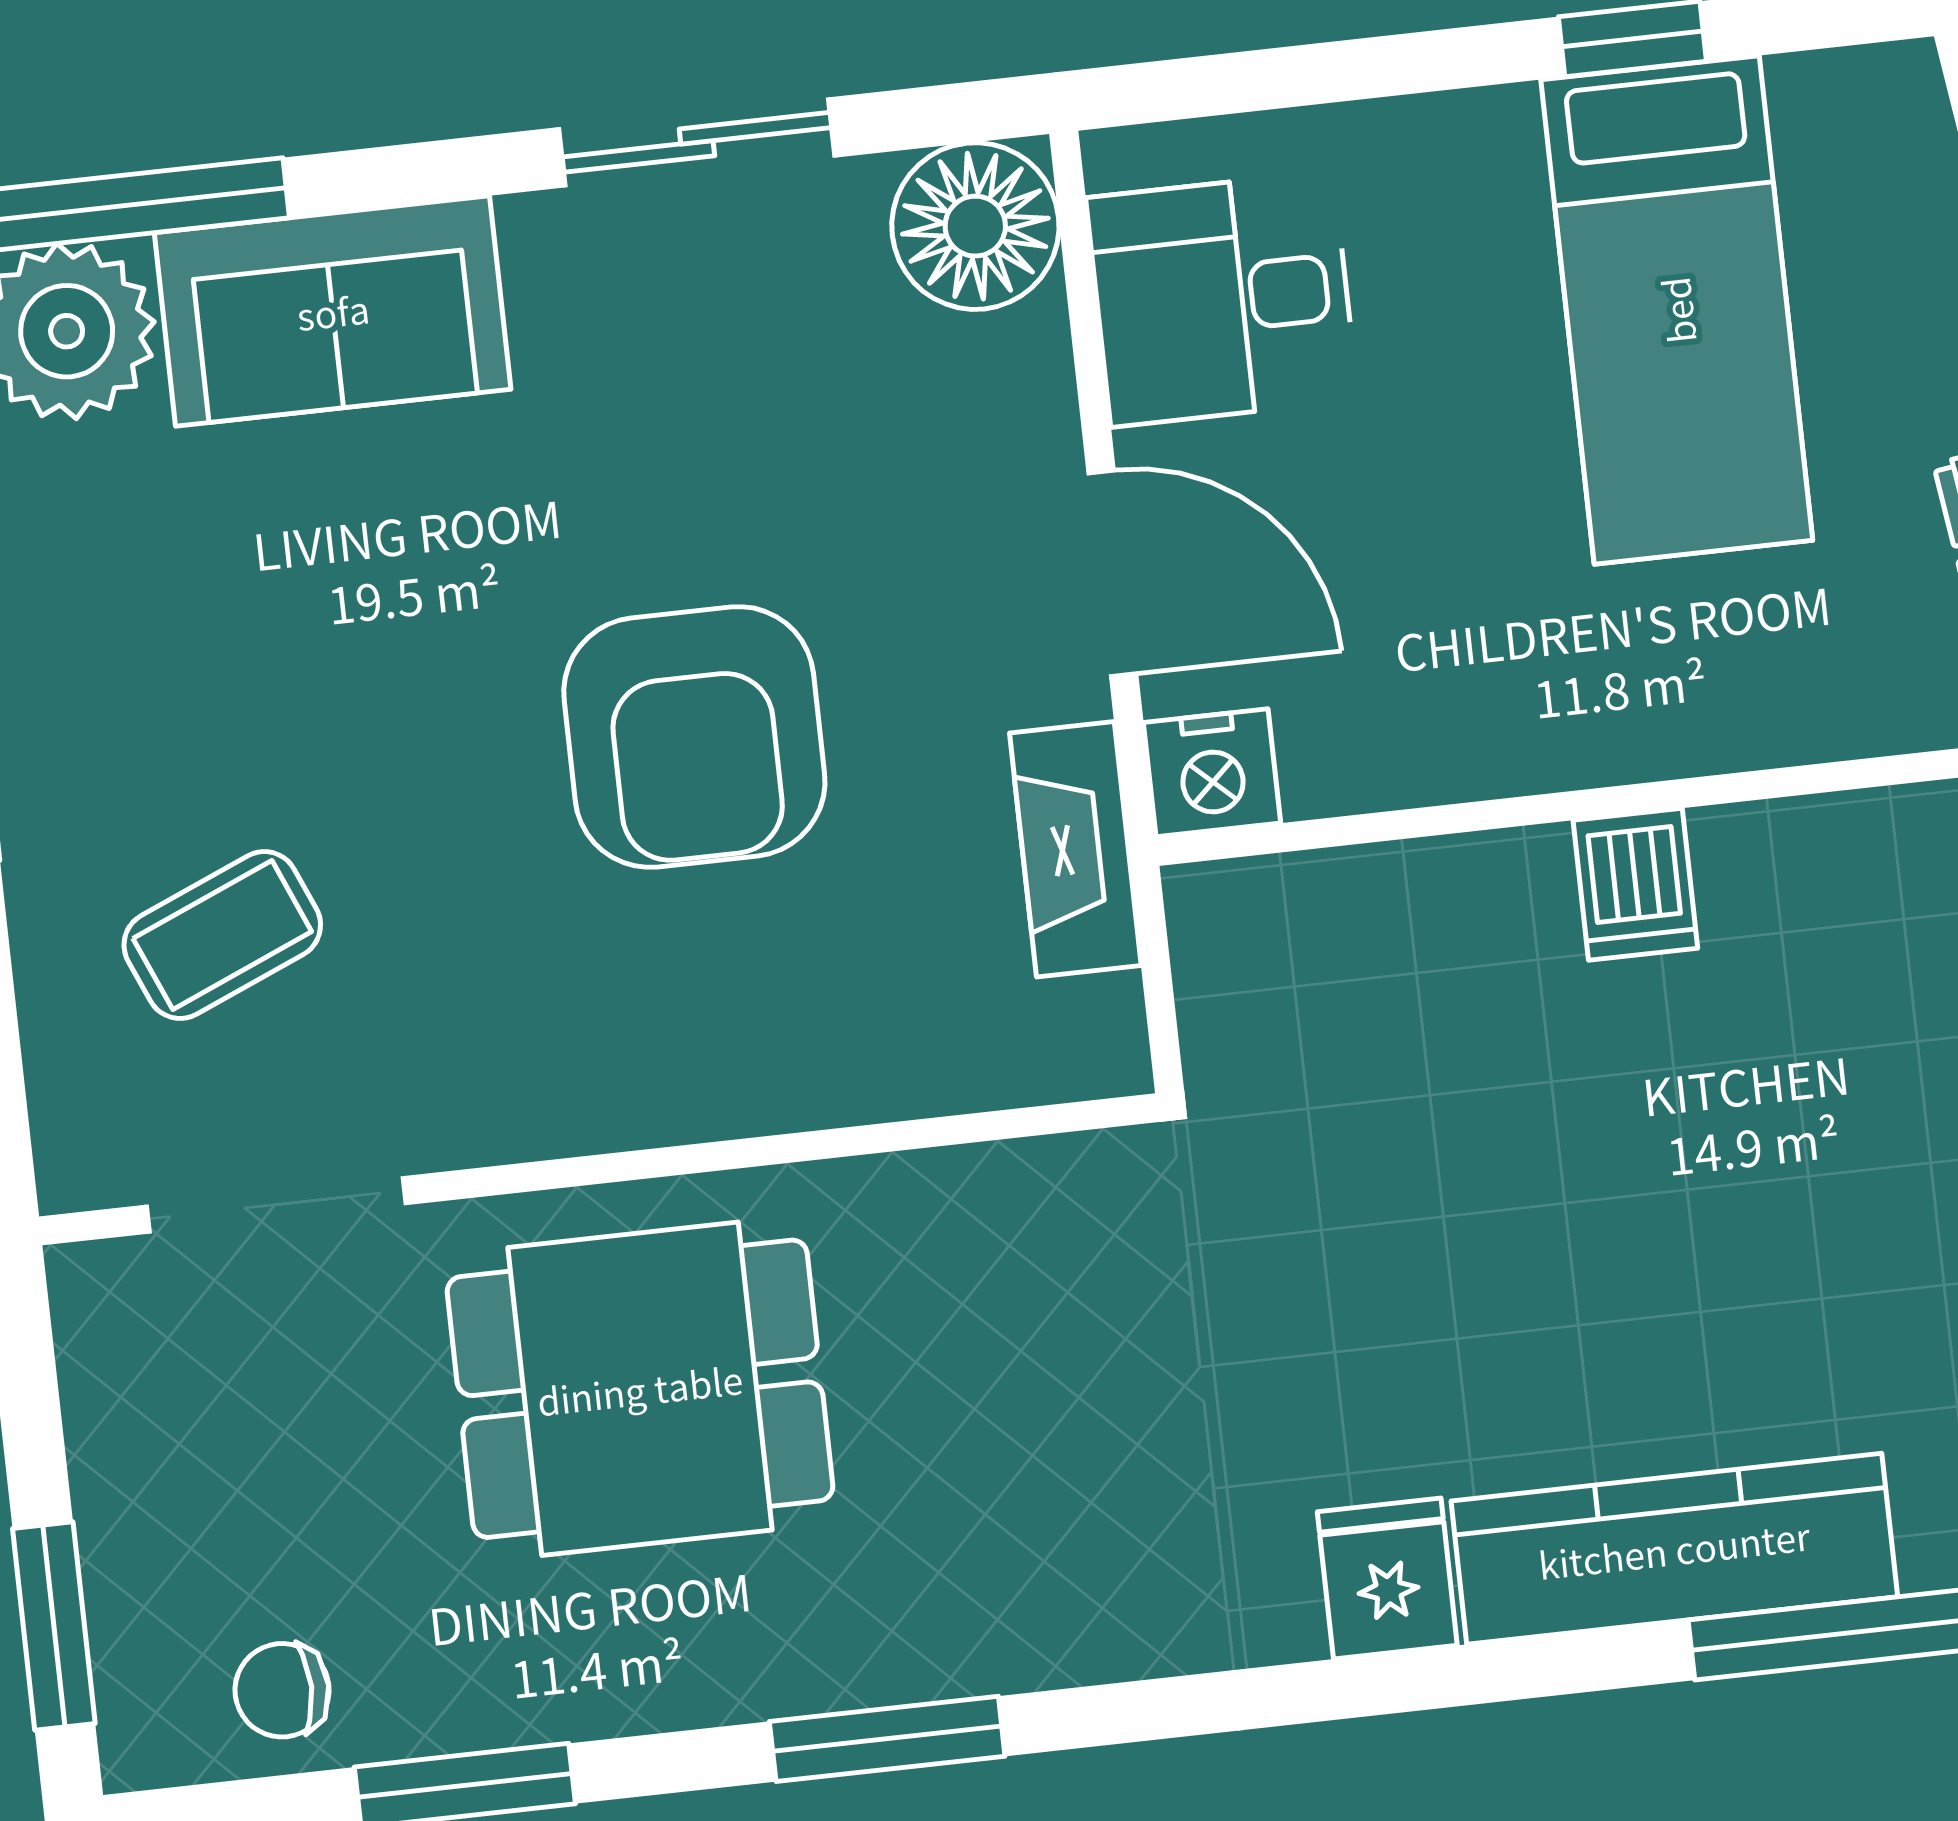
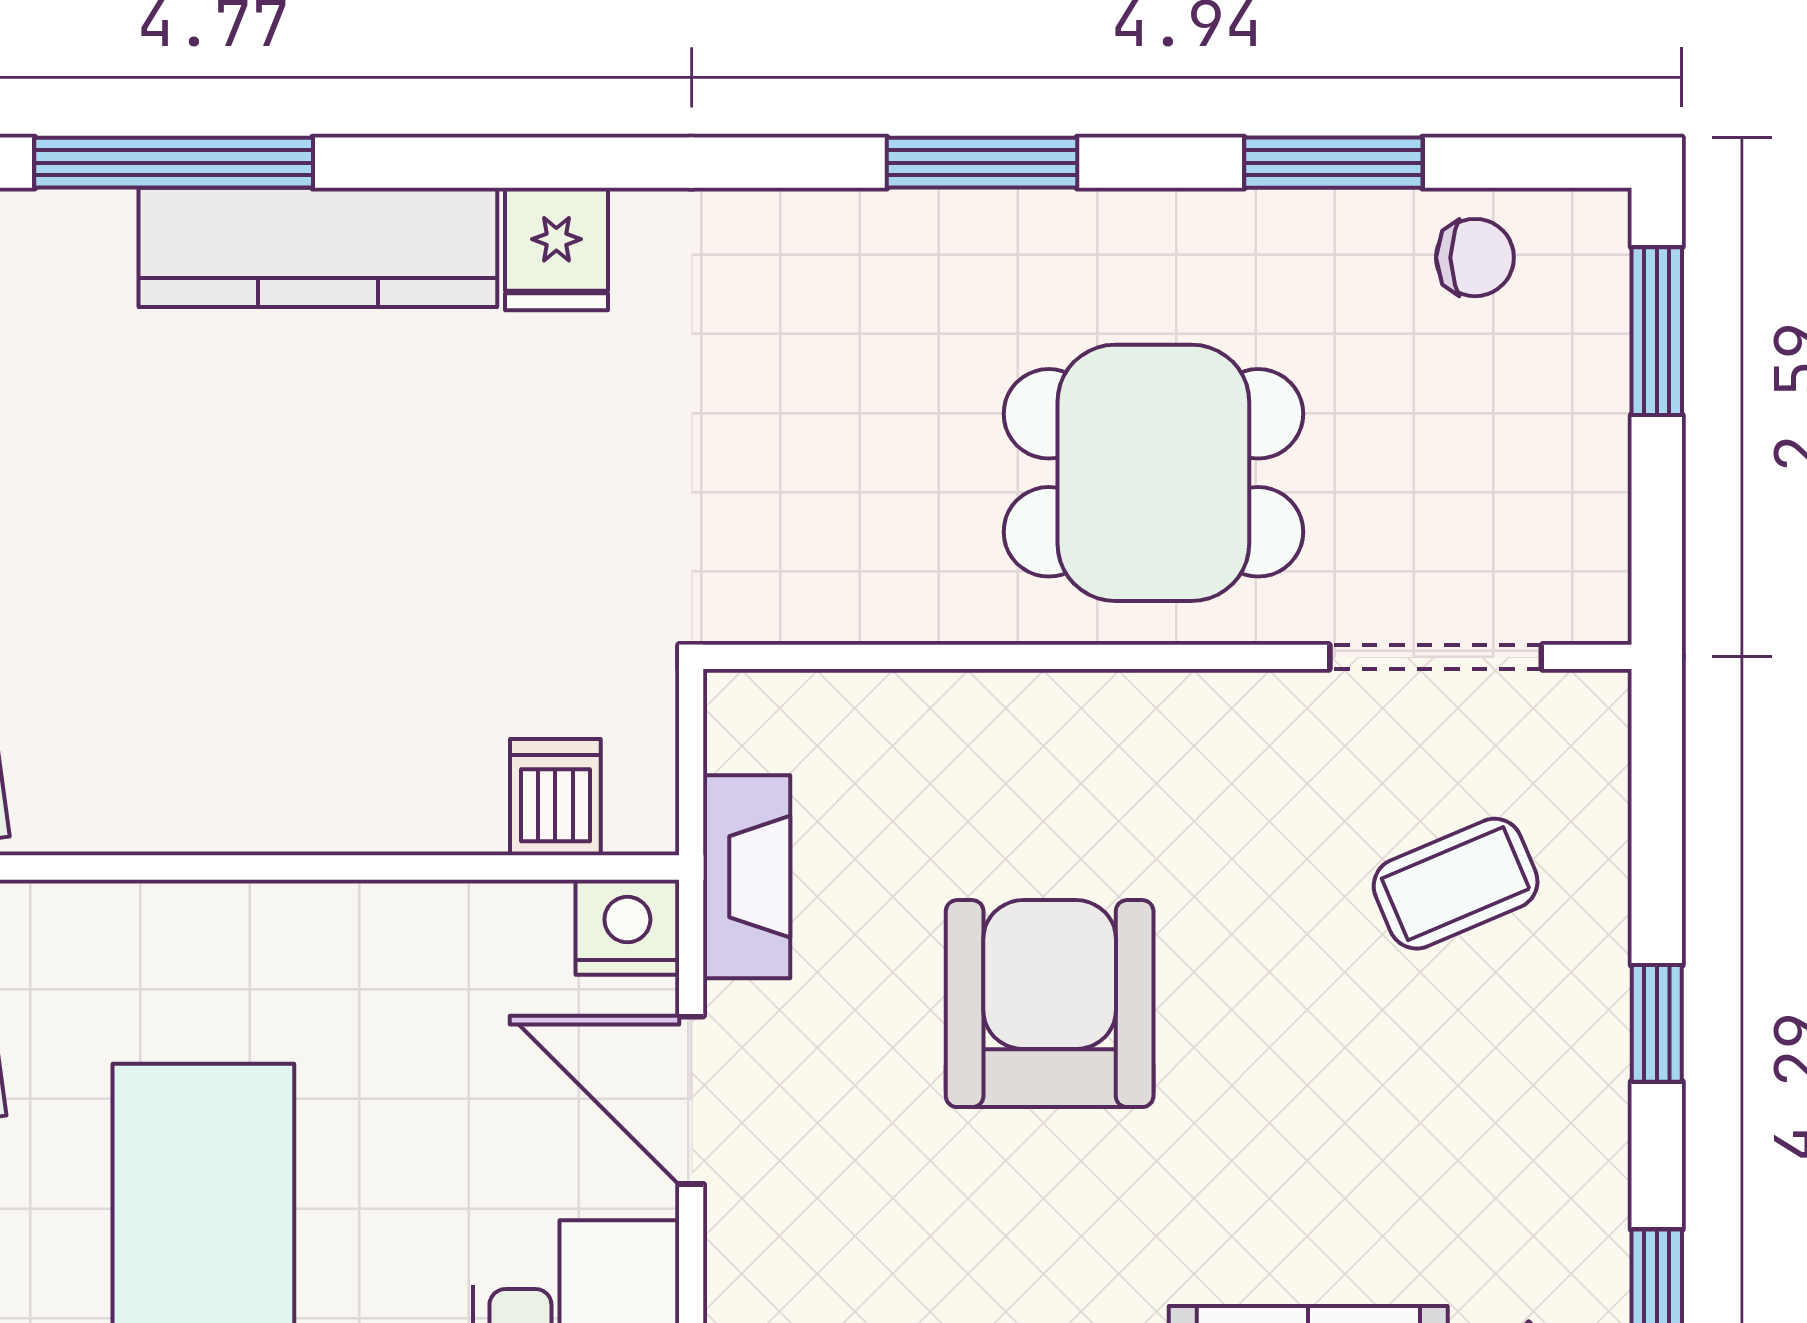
dishwasher: (1635, 884) -> (555, 797), moved

